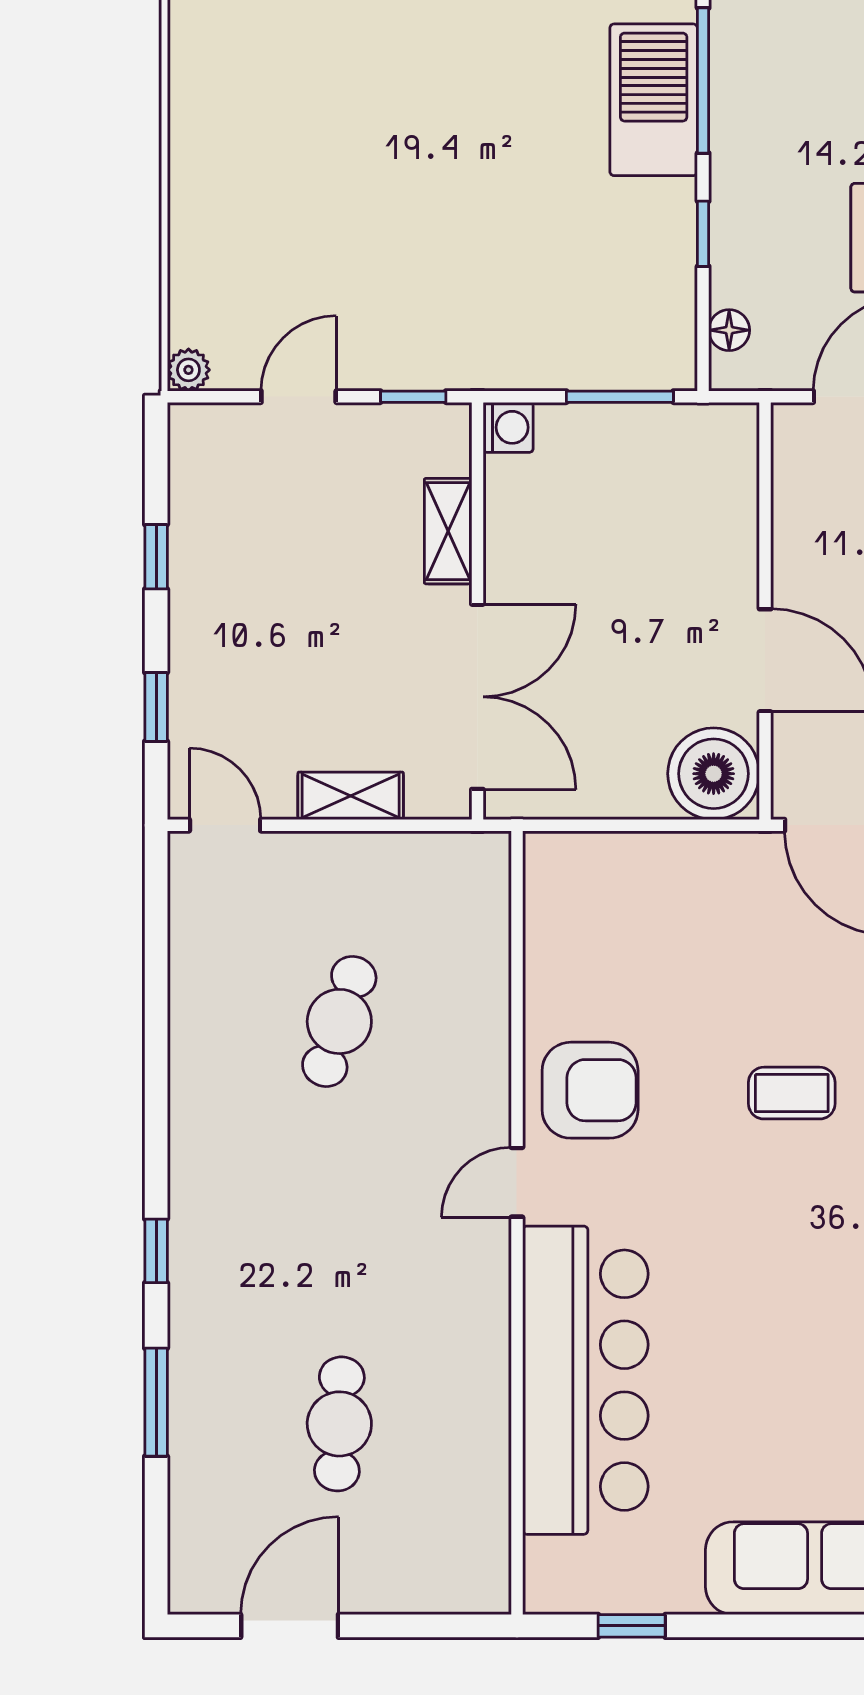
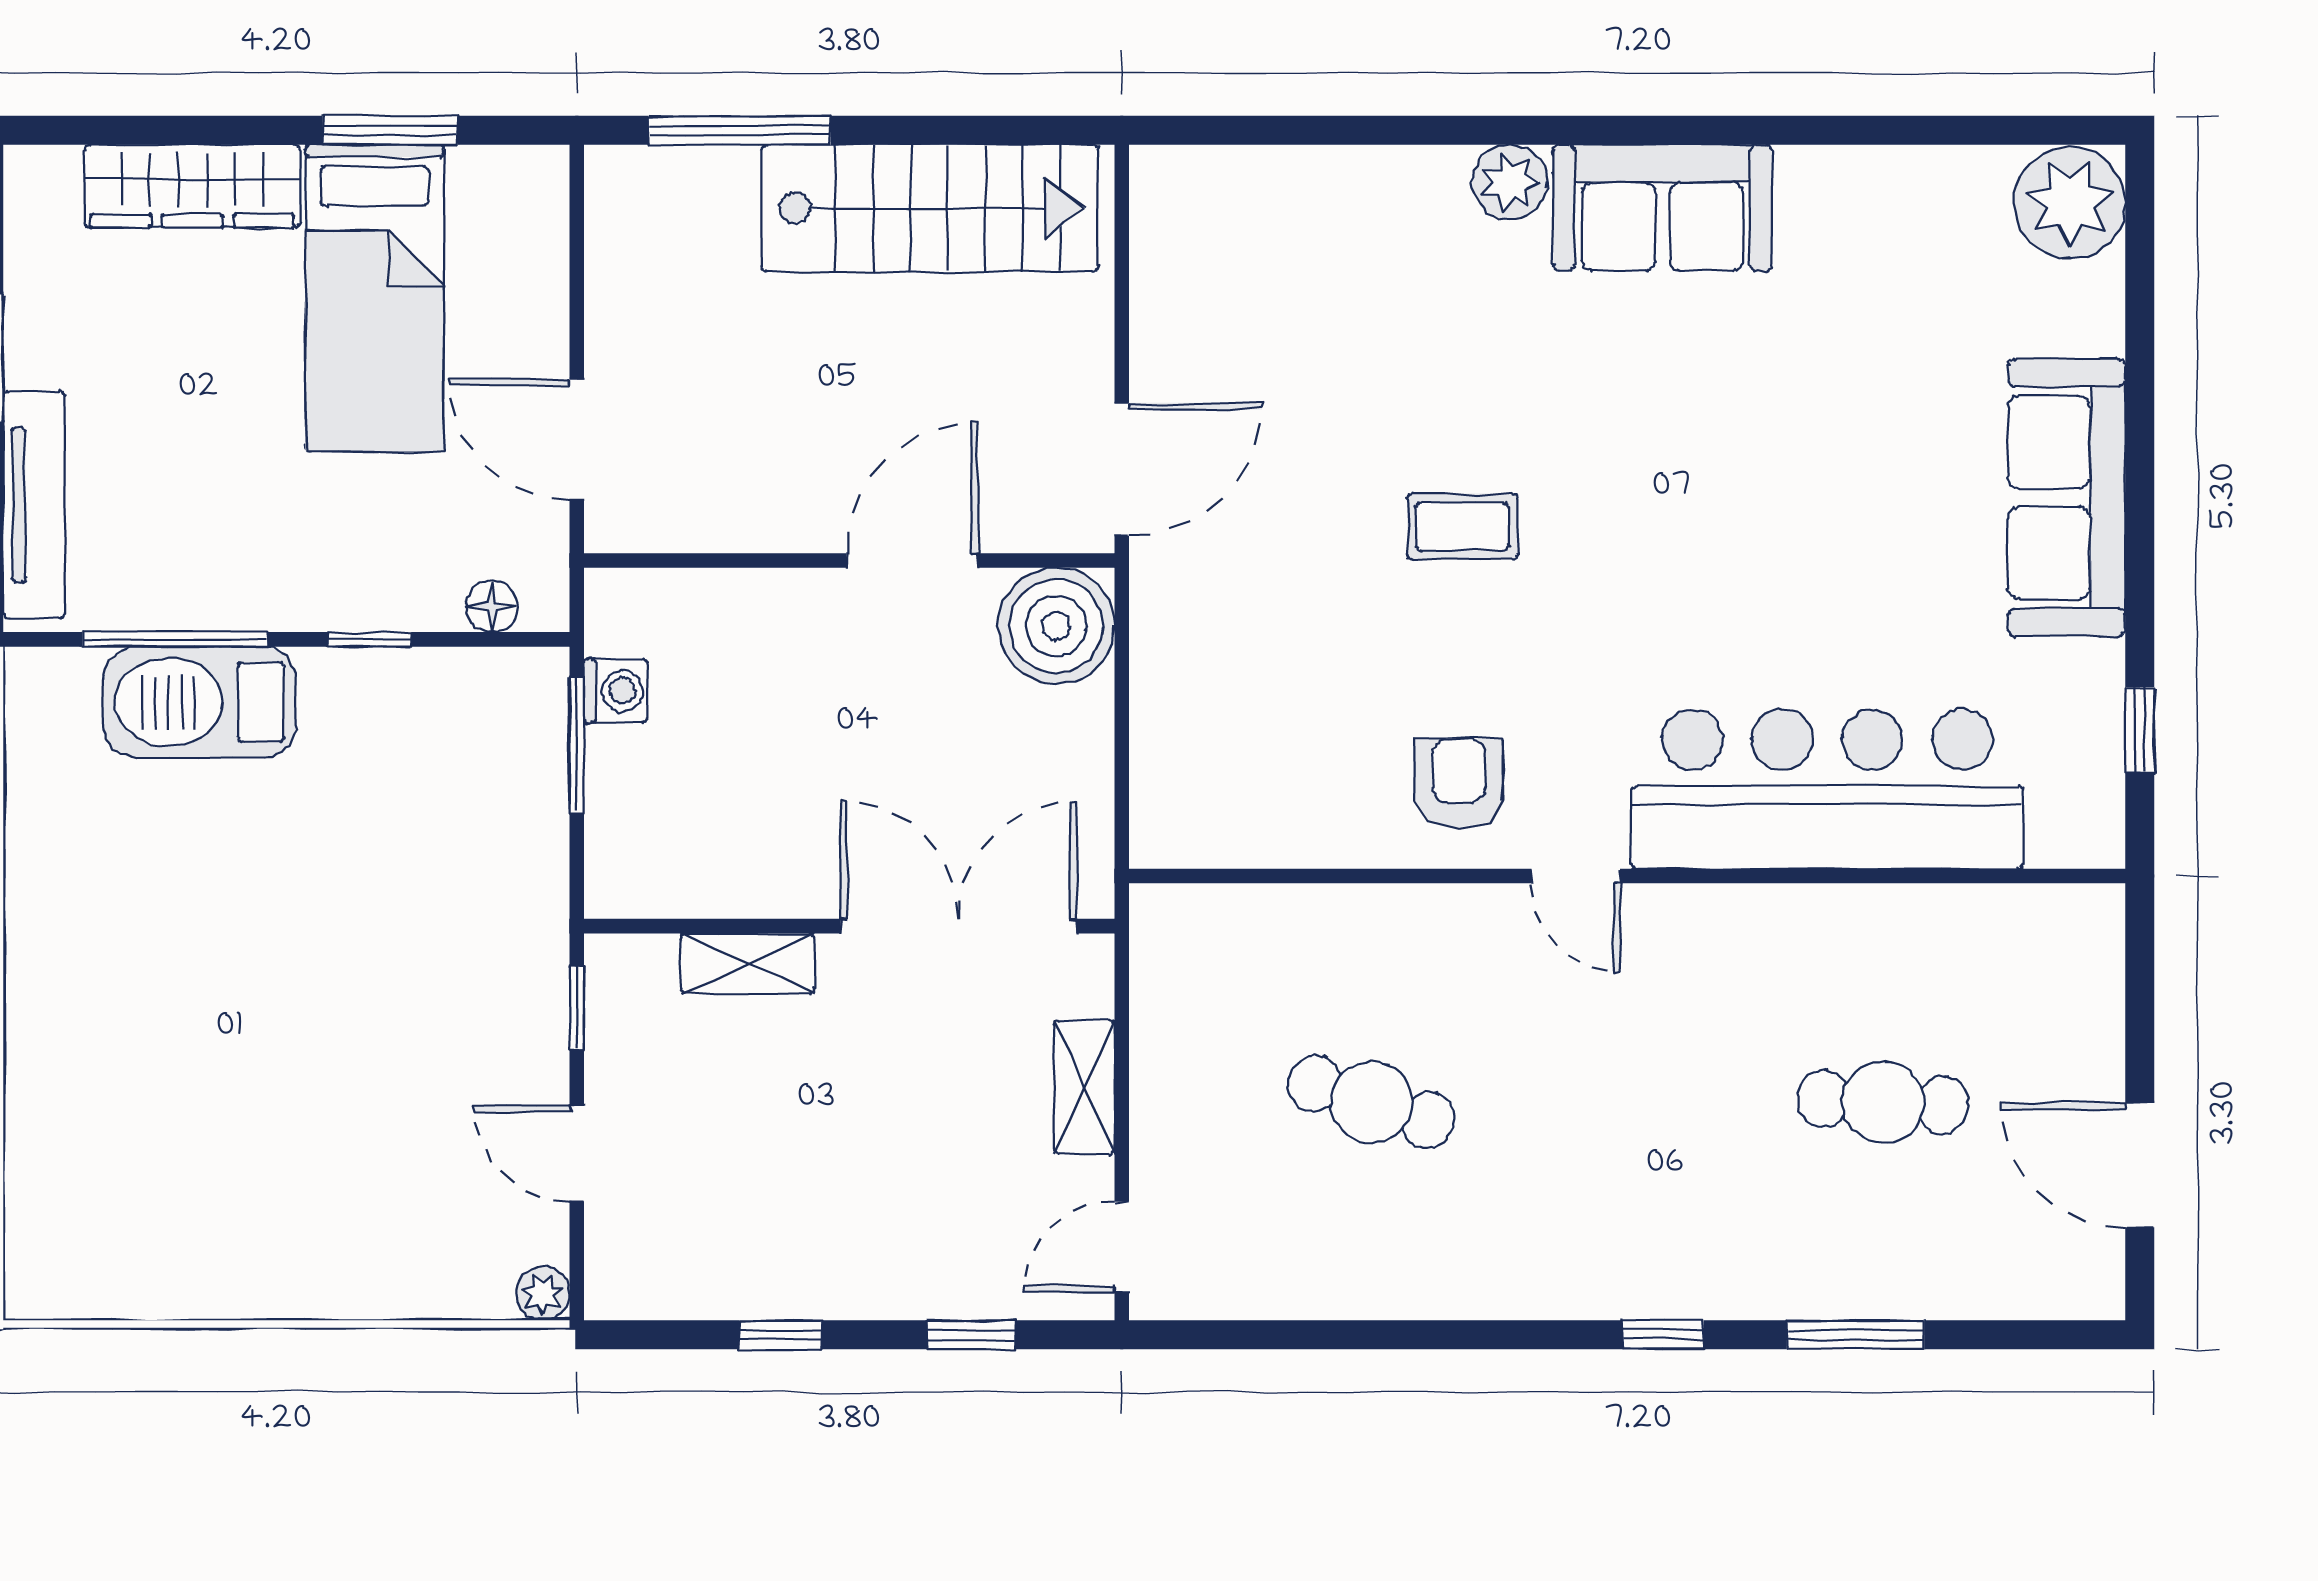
washing machine: (508, 427) -> (616, 691), moved, turned 90
armchair: (590, 1090) -> (1459, 783), width x0.72, depth x0.72
coffee table: (792, 1093) -> (1462, 527), turned 90

